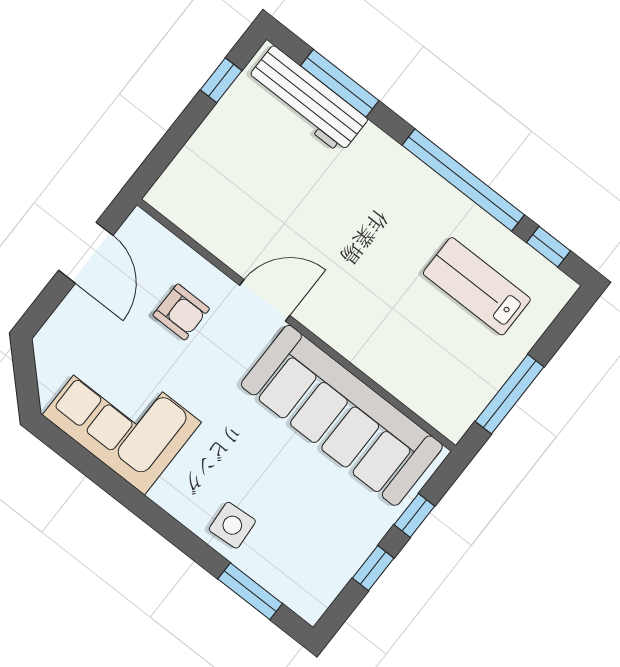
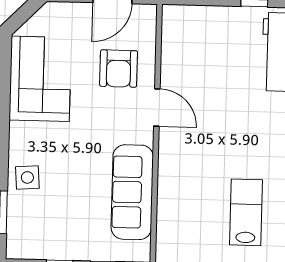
armchair: (181, 312) -> (119, 69), width x1.38, depth x1.38
sofa: (342, 415) -> (132, 192), width x0.74, depth x0.79

